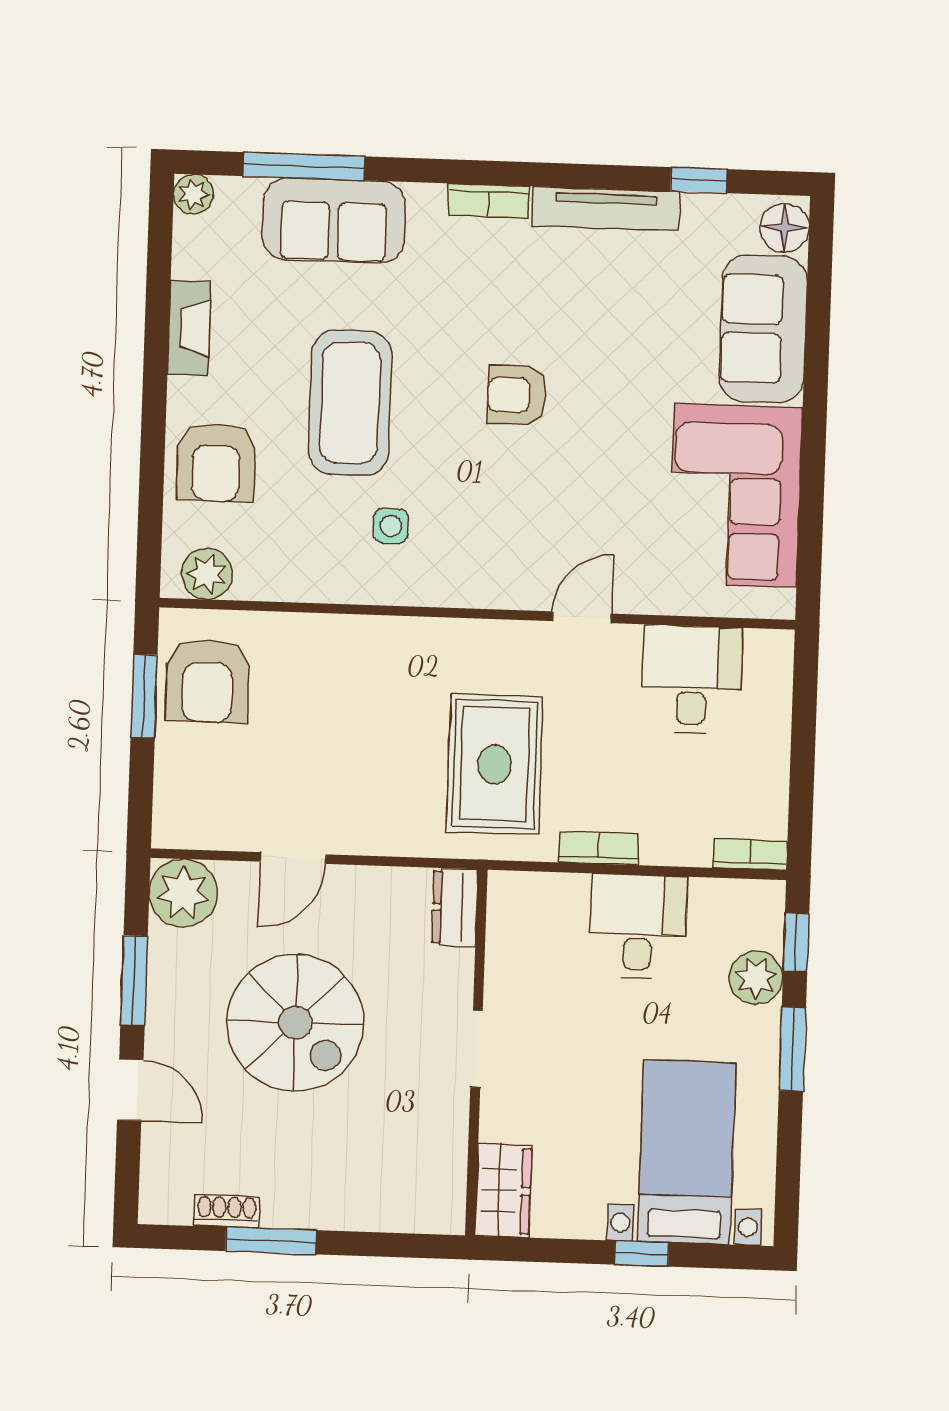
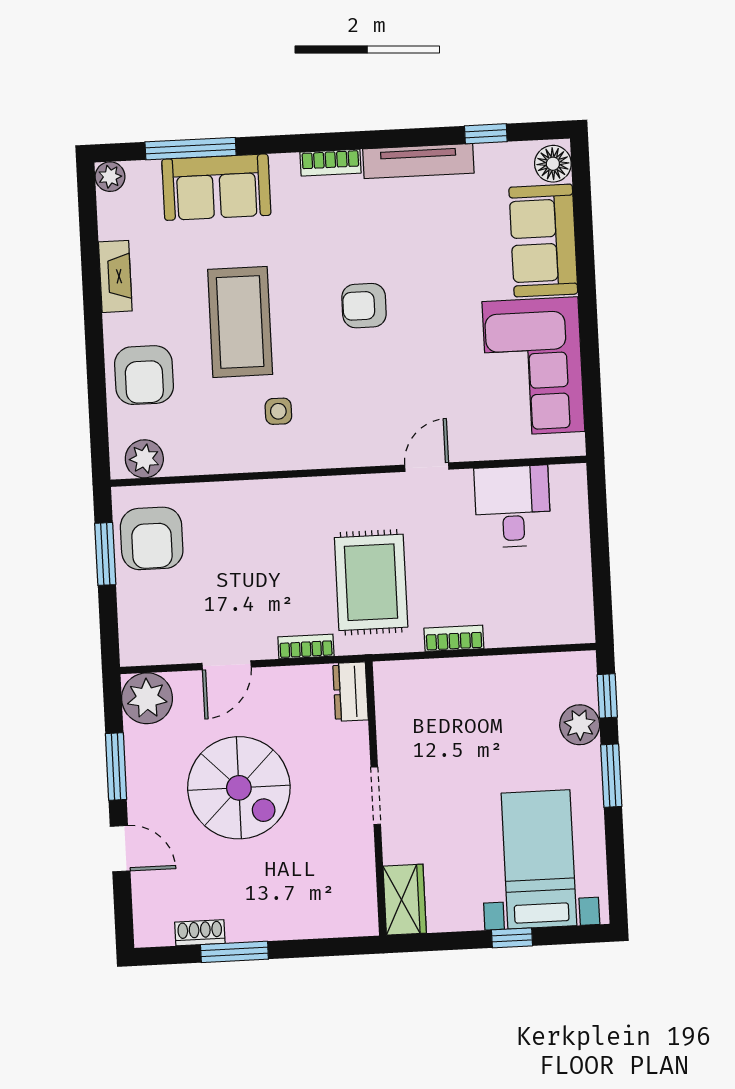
bookcase: (750, 854) -> (306, 646), moved
desk: (638, 926) -> (488, 694), removed

